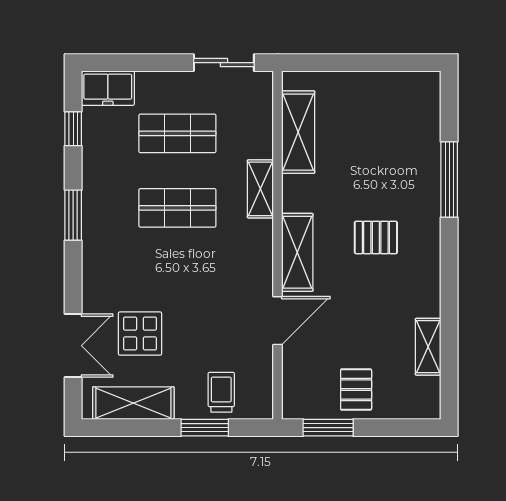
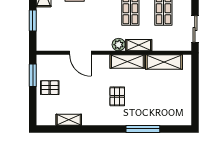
plant: (259, 234) -> (119, 45), added
shelving: (297, 252) -> (127, 62), moved
trolley: (221, 392) -> (48, 28), removed

